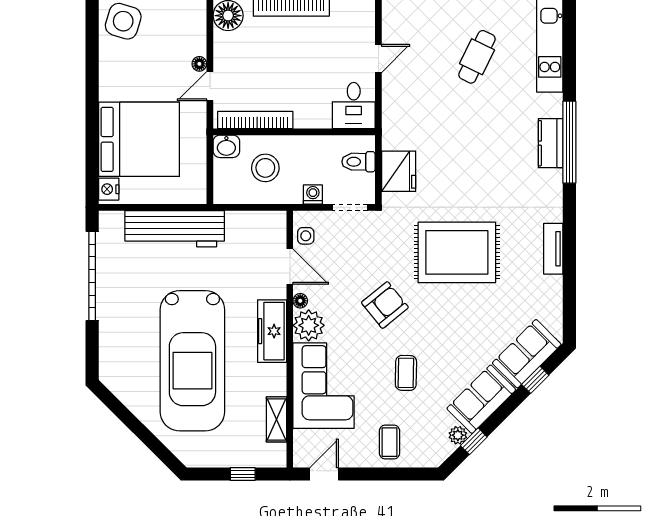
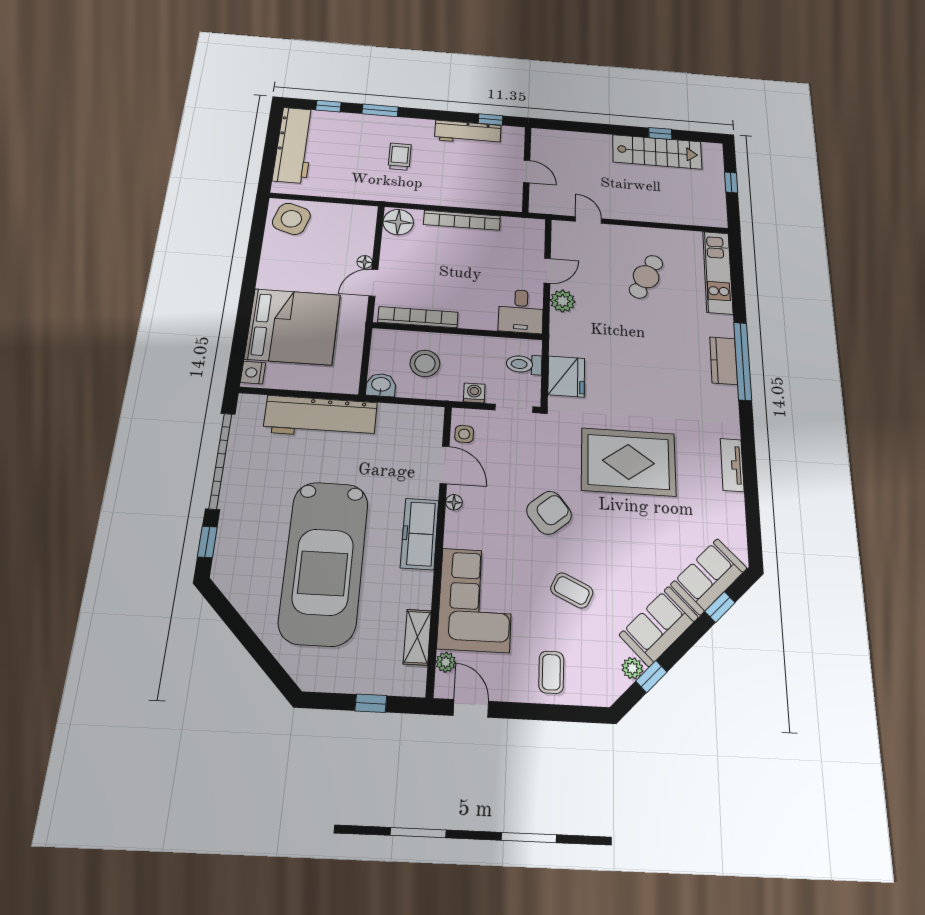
plant: (394, 91) -> (563, 301), added
washbasin: (226, 146) -> (381, 385), moved, turned 180
plant: (309, 325) -> (446, 662), moved, width x0.53, depth x0.53
window: (92, 349) -> (207, 542), added
coffee table: (406, 373) -> (572, 590), turned -66
door: (324, 474) -> (471, 708), hinge flipped

